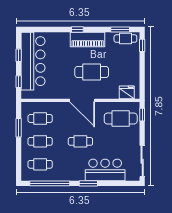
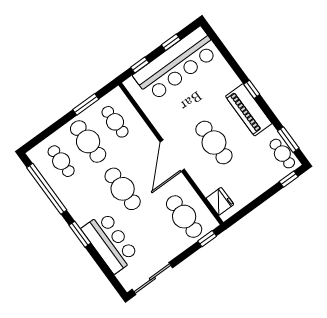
cafe table: (40, 141) -> (88, 141), width x1.37, depth x1.35
cafe table: (80, 141) -> (123, 189), width x1.37, depth x1.35

